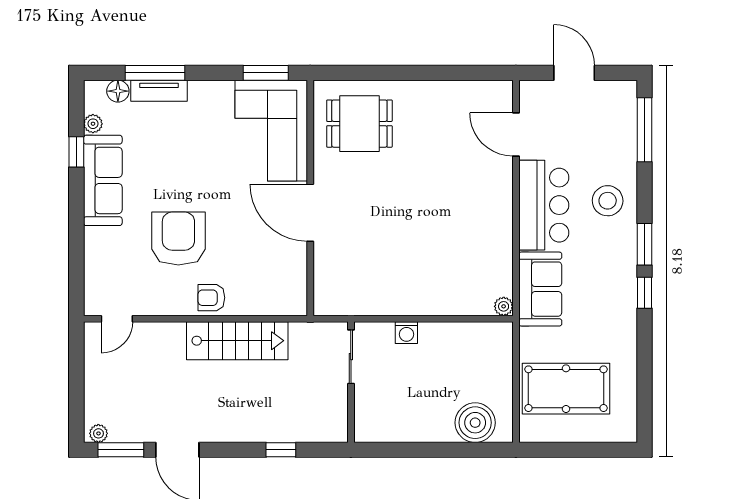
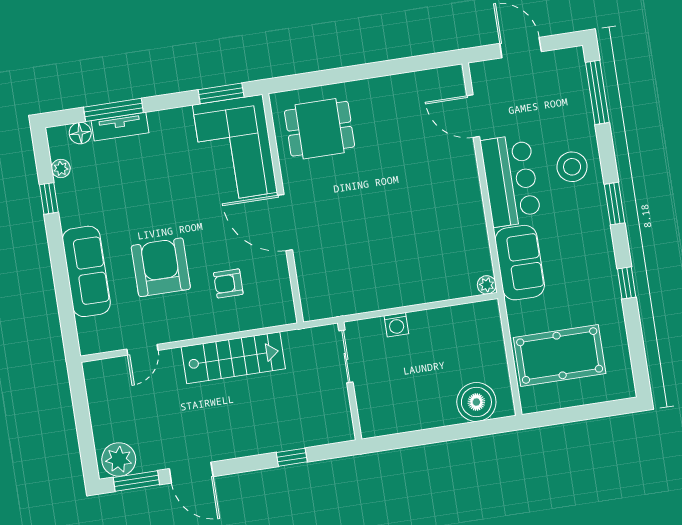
sofa: (103, 180) -> (86, 271), moved
window: (645, 293) -> (627, 283), moved
armchair: (211, 298) -> (228, 283), moved
door: (117, 319) -> (142, 350), moved
plant: (98, 433) -> (119, 459), width x1.88, depth x1.88

